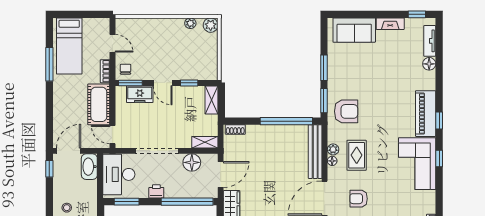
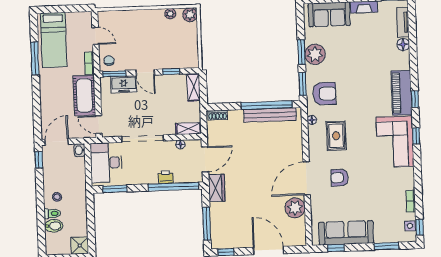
plant: (333, 149) -> (315, 54), moved, width x1.88, depth x1.88
bench: (315, 152) -> (270, 115), moved, turned 90
floor lamp: (332, 161) -> (312, 120), moved
floor lamp: (192, 162) -> (180, 144), width x0.53, depth x0.53
washbasin: (89, 167) -> (80, 150), width x0.52, depth x0.69
printer: (156, 191) -> (166, 177), moved

